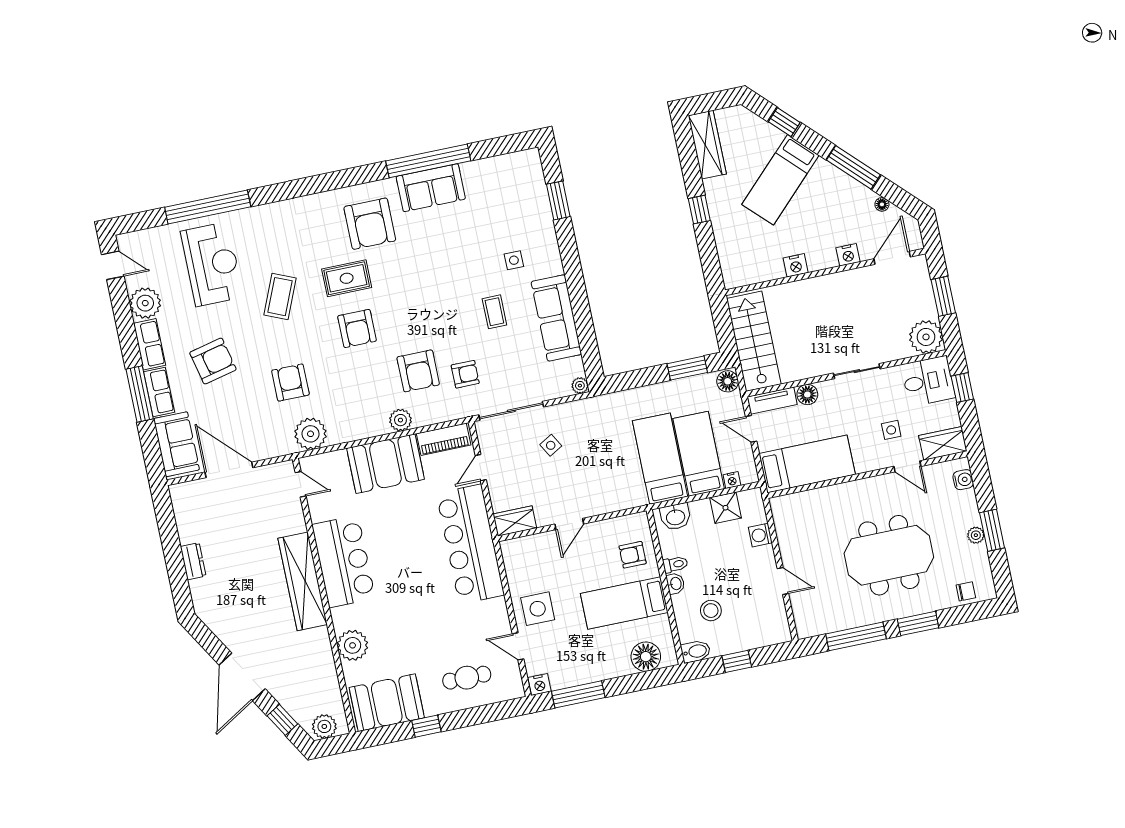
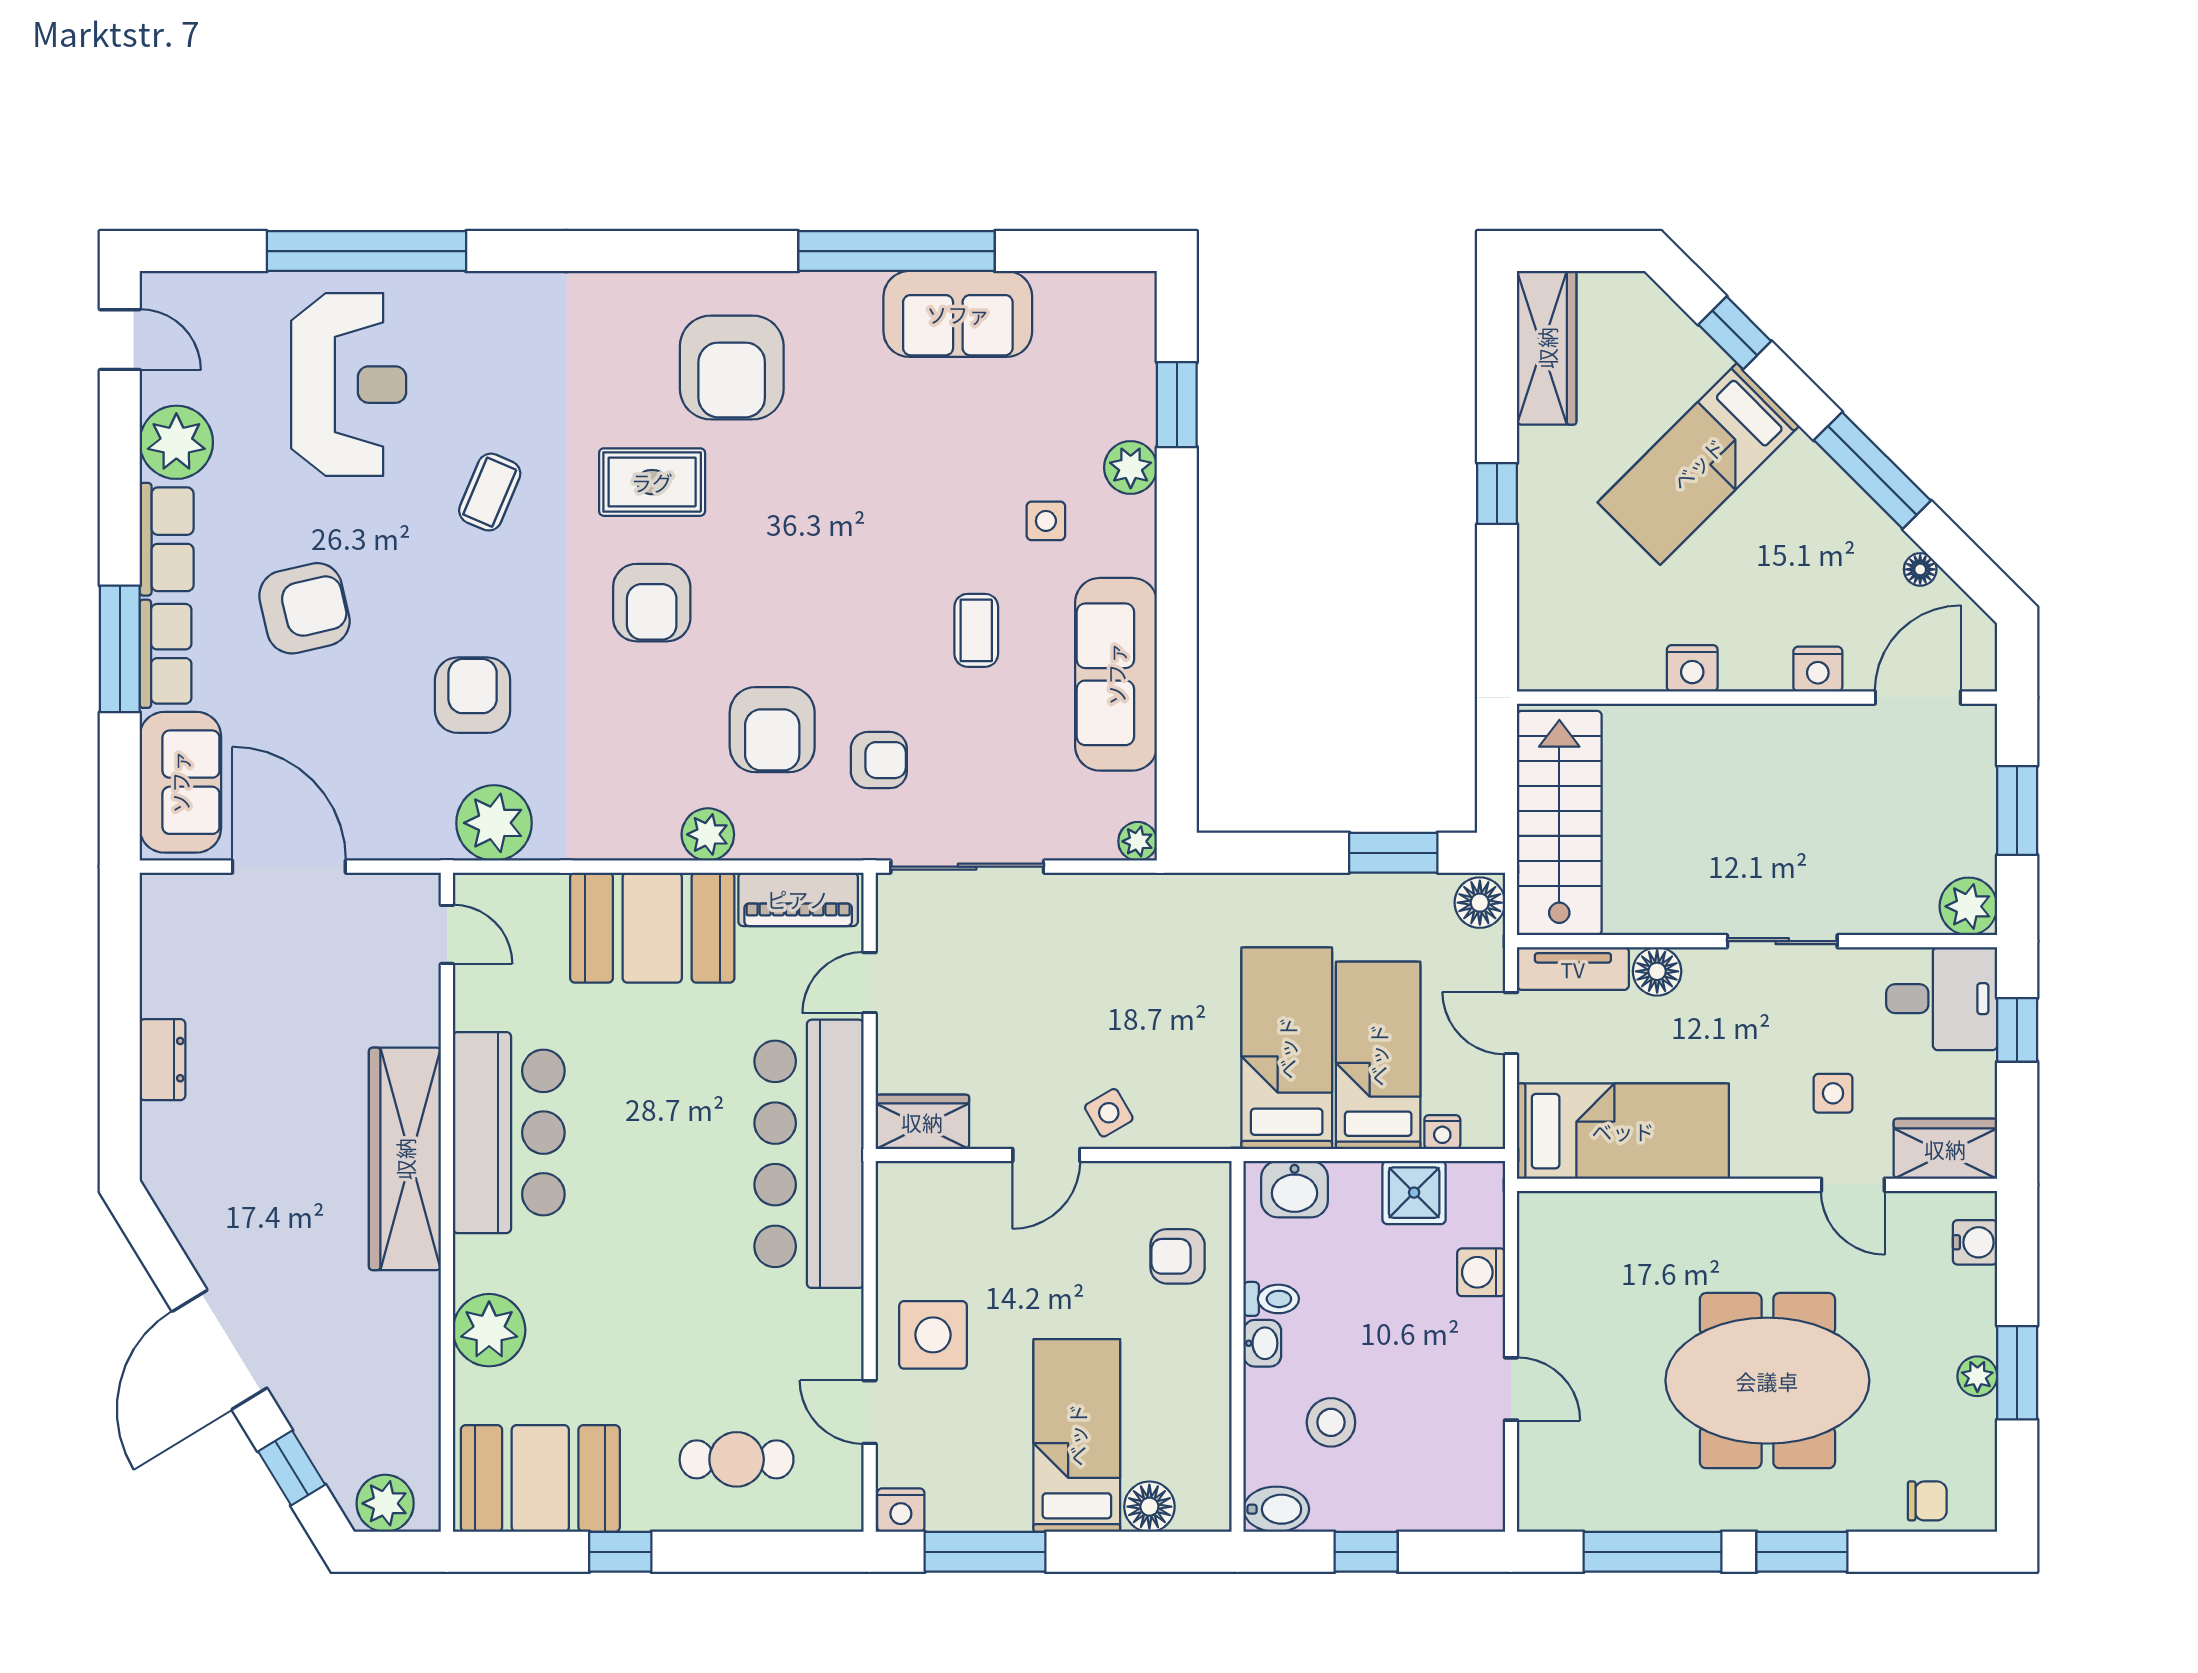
sofa: (431, 188) -> (958, 314), moved
plant: (544, 231) -> (1131, 467), added
coffee table: (280, 297) -> (490, 492), width x0.73, depth x0.77
plant: (926, 337) -> (1968, 906), width x0.73, depth x0.73
side table: (551, 445) -> (1109, 1113), moved
bed: (624, 603) -> (1077, 1435), moved, turned 90
floor lamp: (646, 657) -> (1149, 1507), width x0.73, depth x0.73

